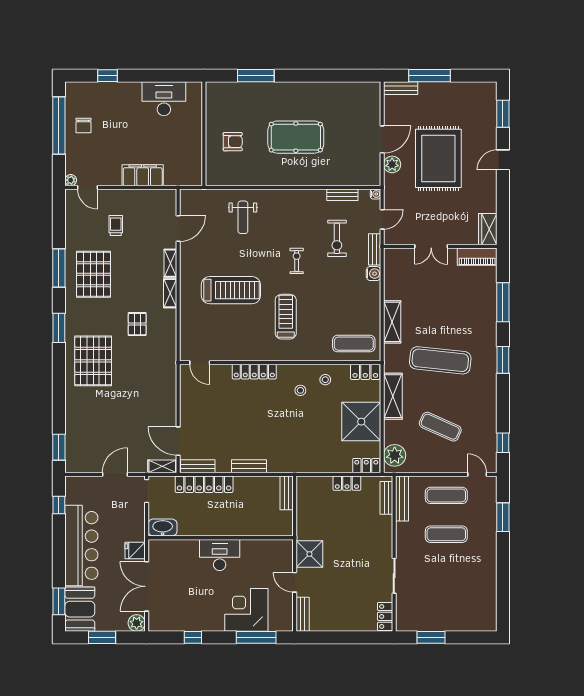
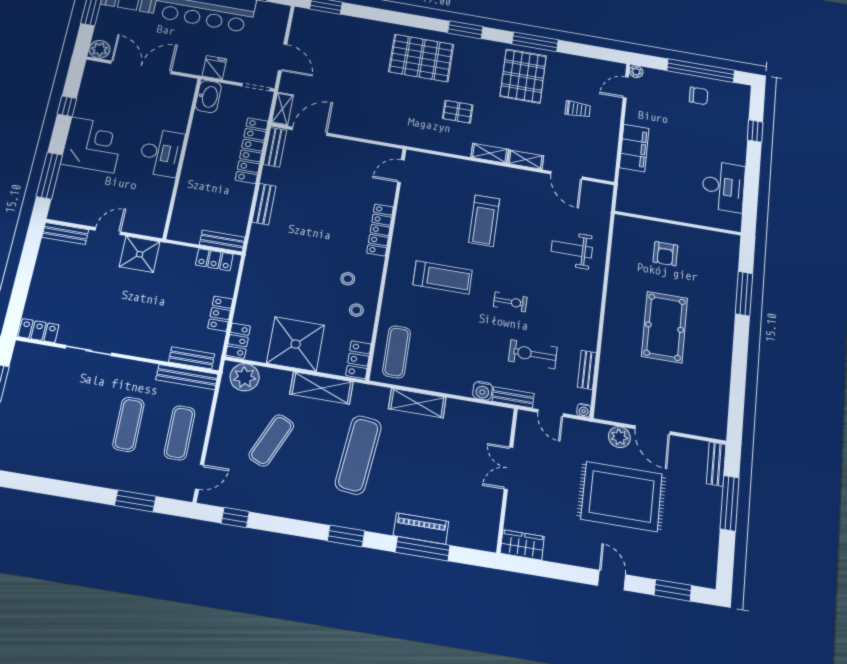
chair: (83, 126) -> (699, 96), turned 180
piano: (477, 257) -> (421, 528), moved, turned 90
pallet: (93, 274) -> (523, 76), turned 90
treadmill: (231, 290) -> (484, 221), width x0.73, depth x0.73
locker: (303, 496) -> (214, 260), added
fridge: (135, 550) -> (214, 67), moved
corner desk: (246, 610) -> (93, 145), moved

